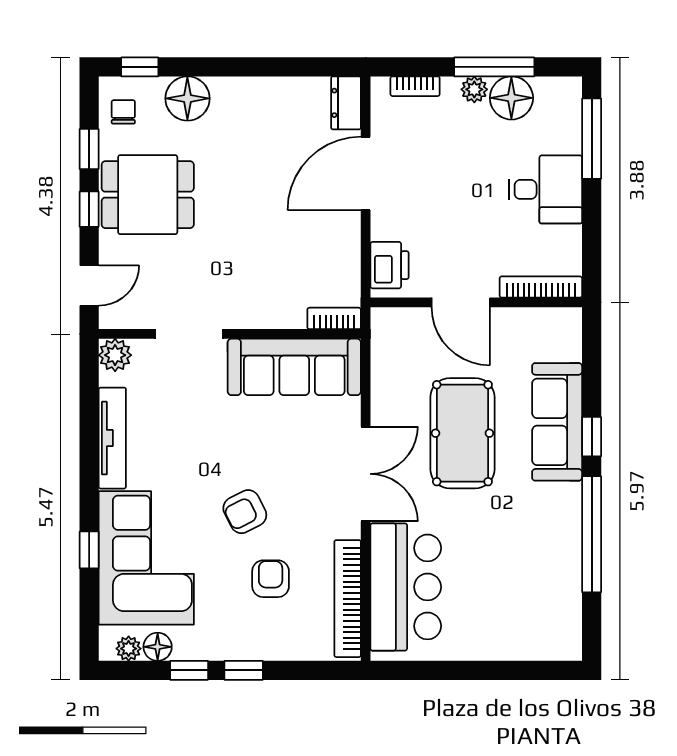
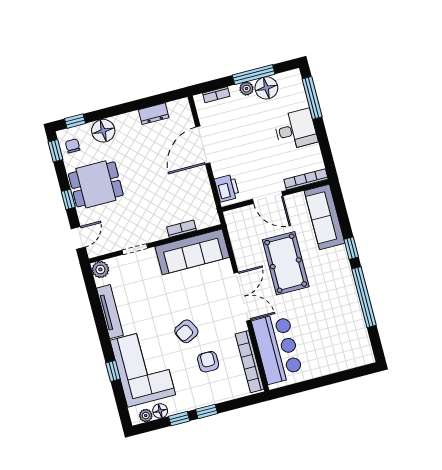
dresser: (346, 103) -> (154, 114), moved, turned -90
window: (89, 149) -> (56, 151), moved
bookcase: (334, 318) -> (181, 229), moved
doorway: (189, 334) -> (135, 249), width x0.73
sofa: (557, 422) -> (325, 217), moved

